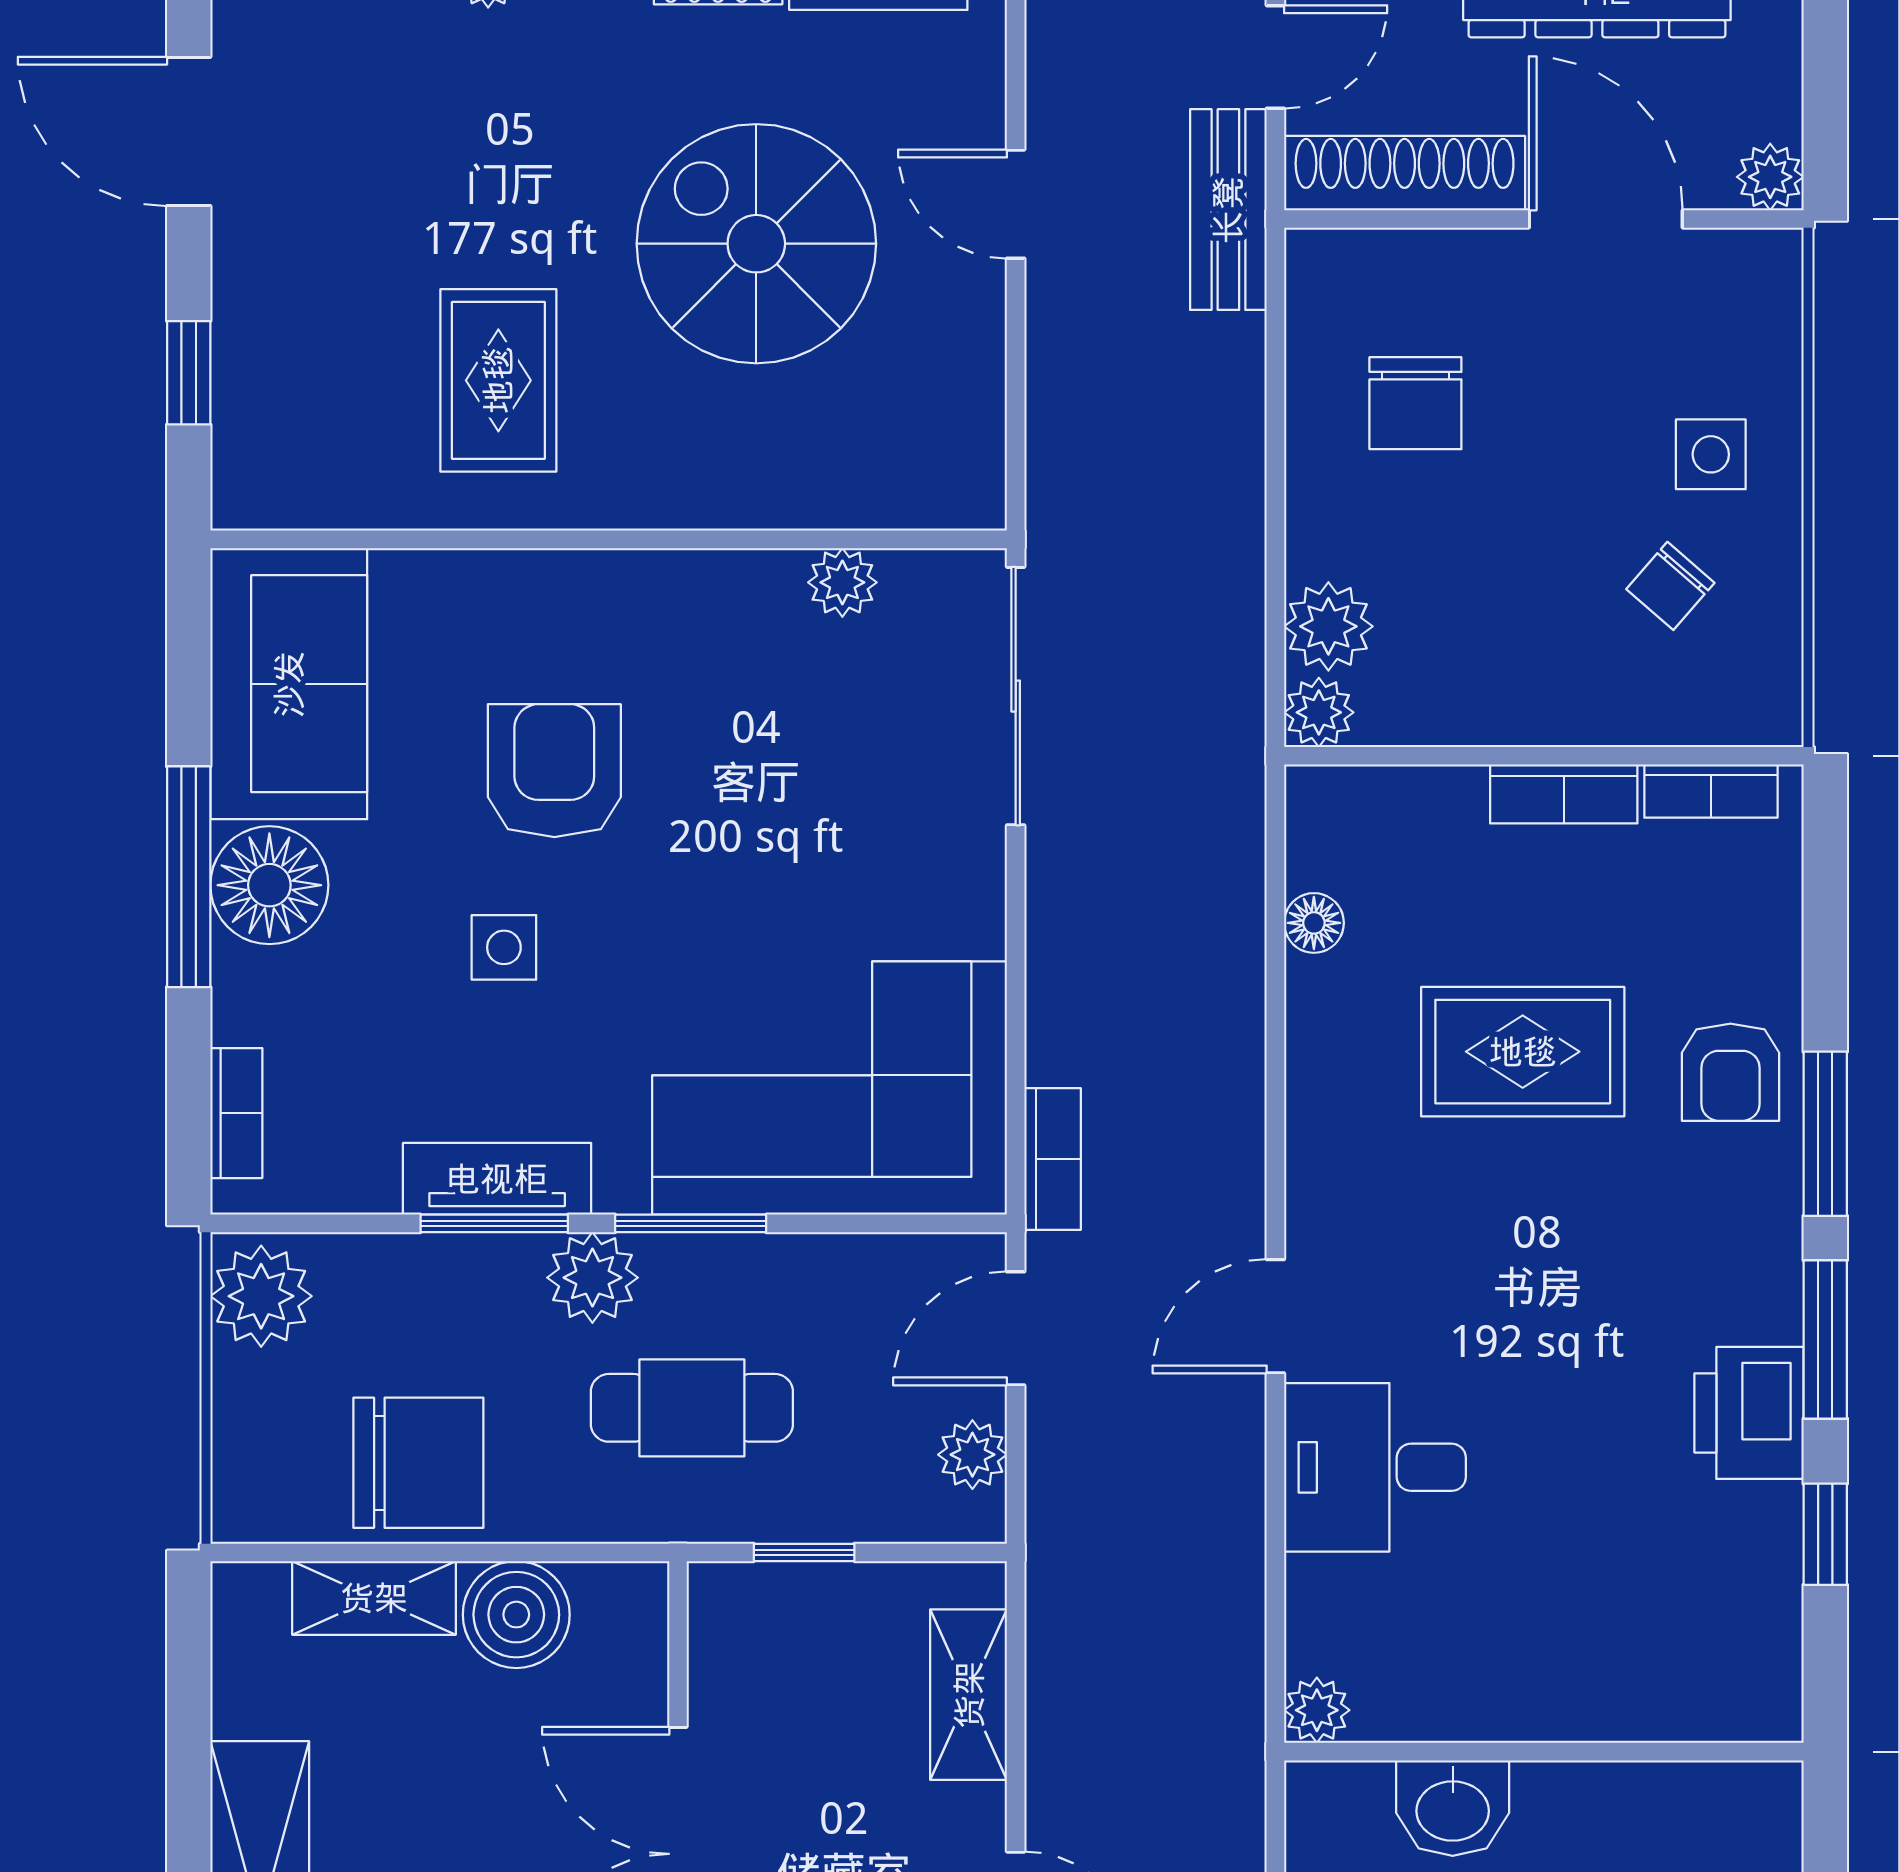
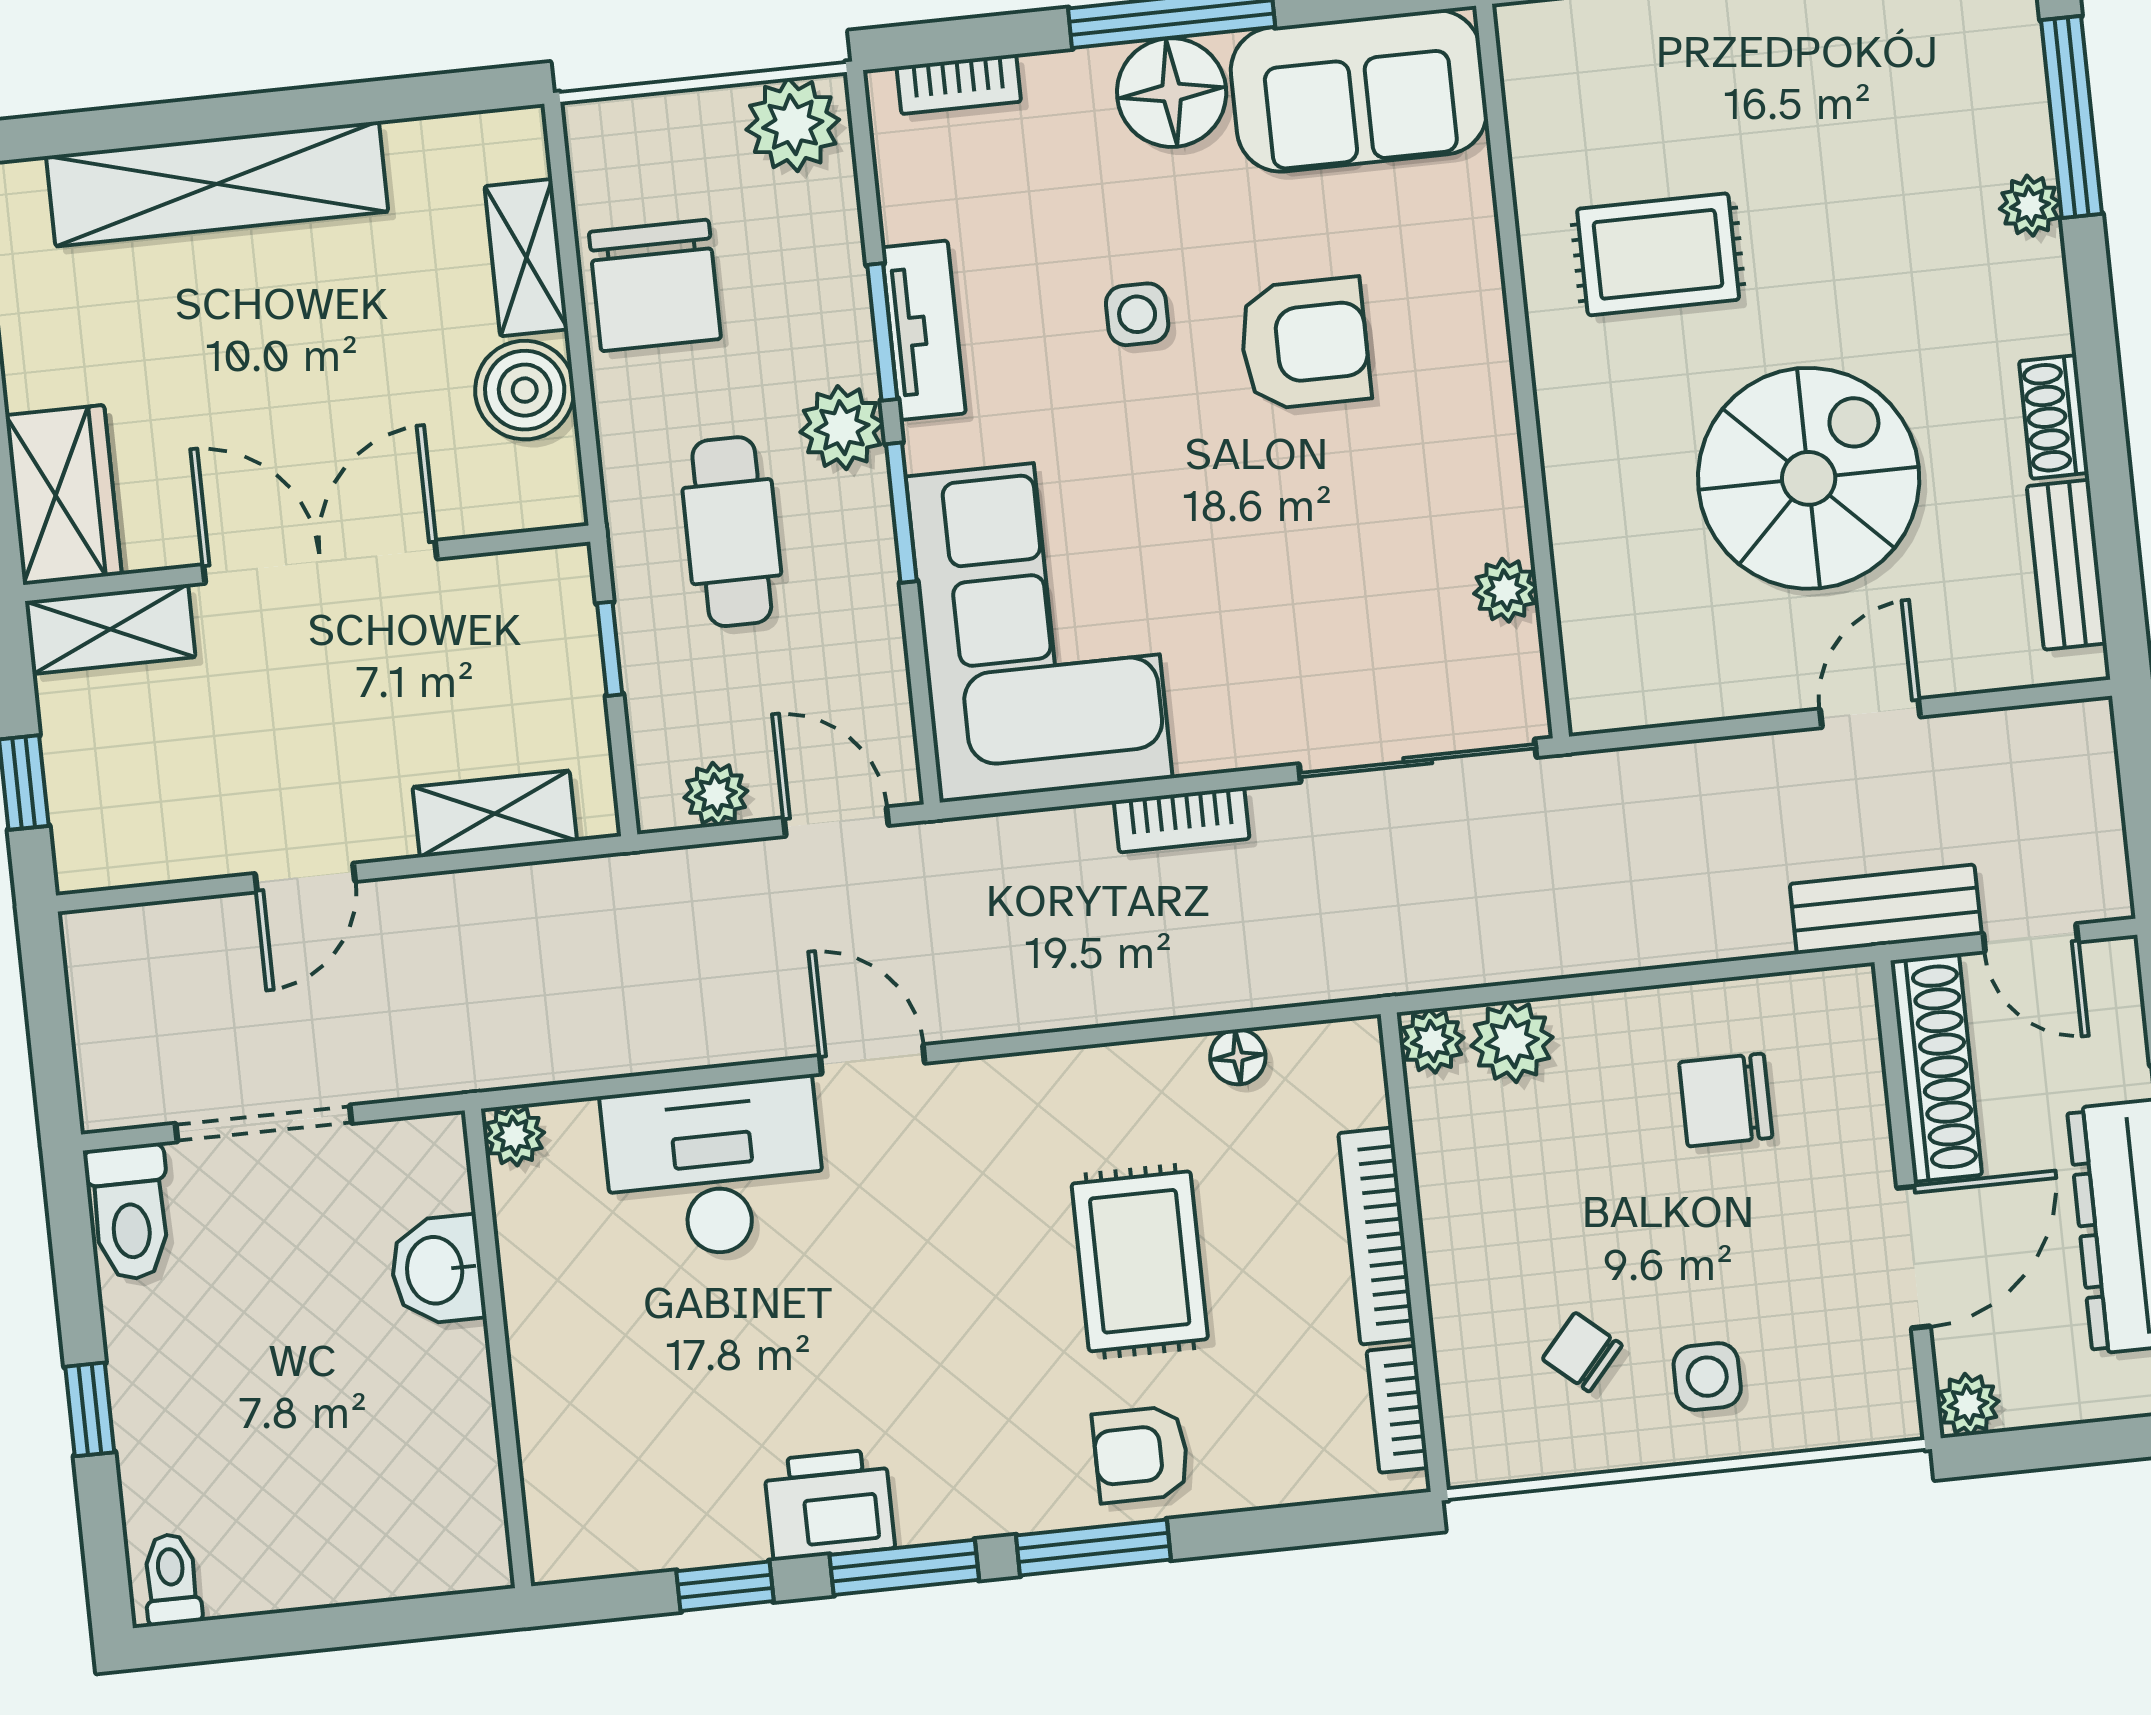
bookcase: (1564, 794) -> (1377, 1236), width x1.56
bookcase: (1053, 1159) -> (1182, 820), moved
desk: (1375, 1467) -> (714, 1169), width x1.37

